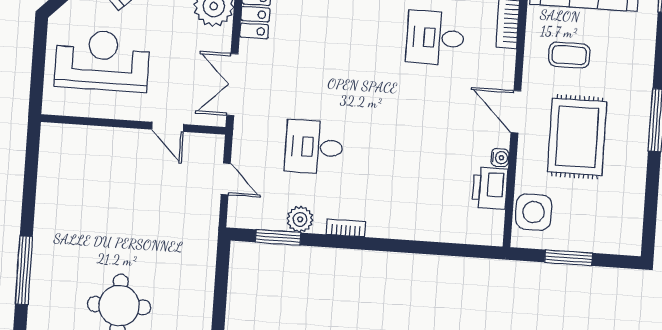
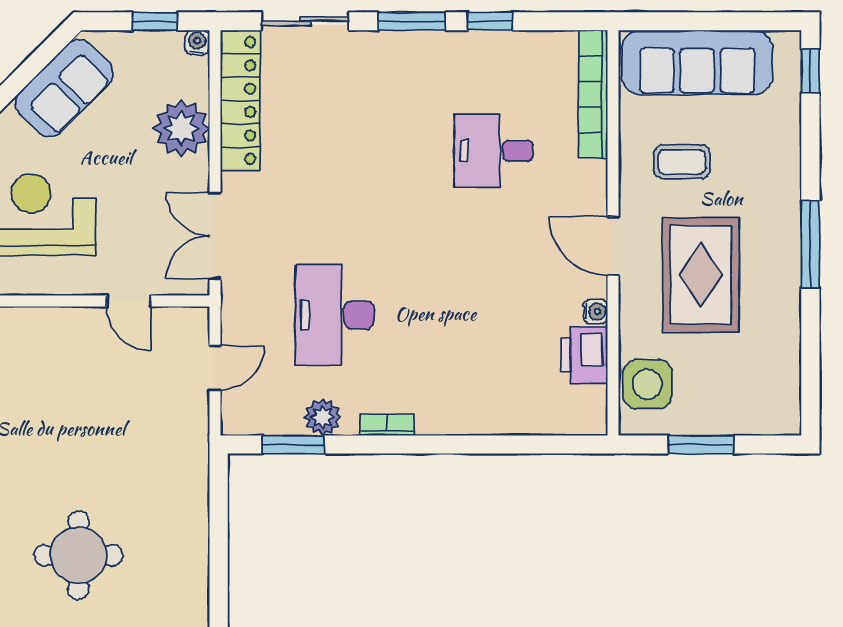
desk: (314, 147) -> (335, 315), width x1.37
door: (226, 179) -> (215, 368), hinge flipped

